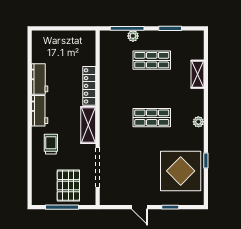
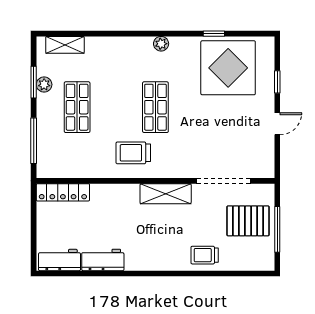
plant: (133, 36) -> (44, 85), moved
shelving: (197, 74) -> (65, 45), moved
locker: (89, 86) -> (63, 192), moved
trolley: (118, 101) -> (133, 153), added
workbench: (40, 111) -> (60, 260), moved
trolley: (51, 144) -> (205, 255), moved

